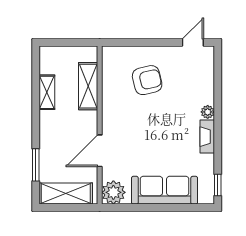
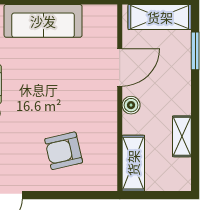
shelving: (88, 86) -> (133, 163), moved
boiler: (90, 119) -> (131, 105), added
plant: (113, 192) -> (103, 18), removed

